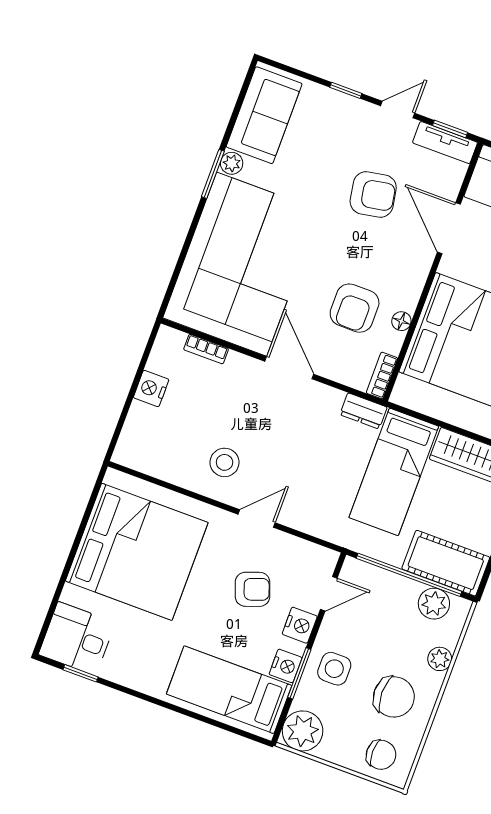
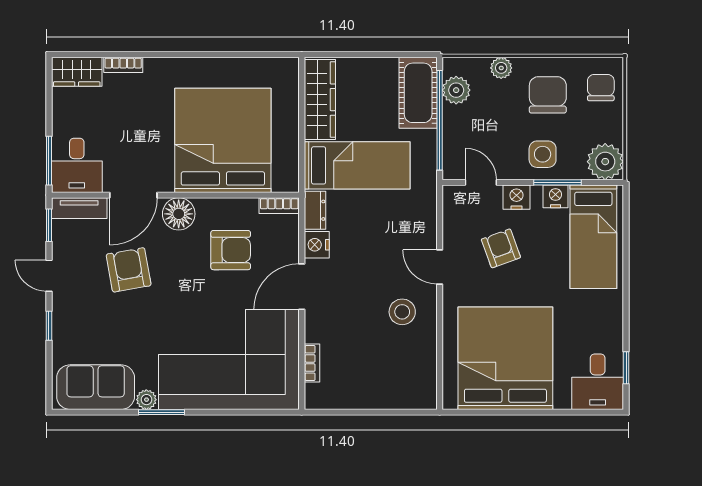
tv unit: (445, 143) -> (79, 208), moved, turned 90
floor lamp: (401, 321) -> (179, 214), moved, width x1.89, depth x1.89
nightstand: (151, 389) -> (317, 245), moved, turned 90

